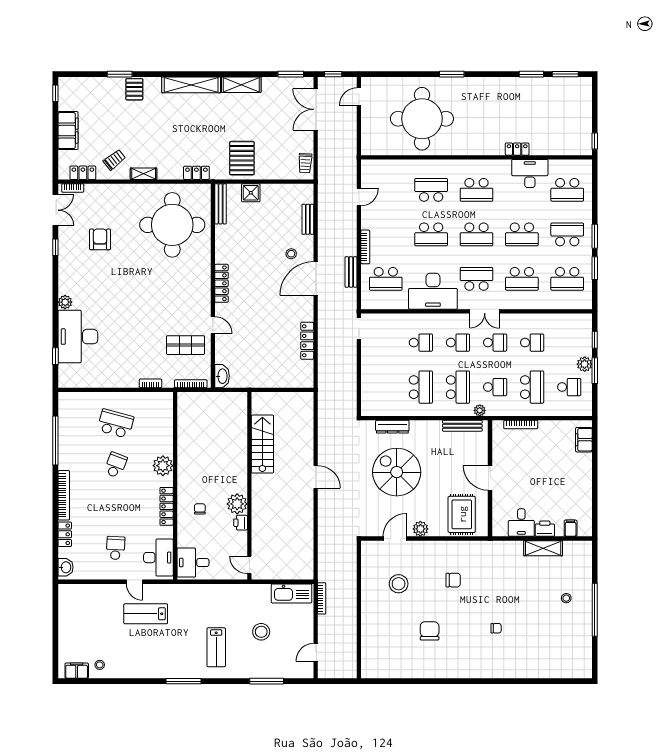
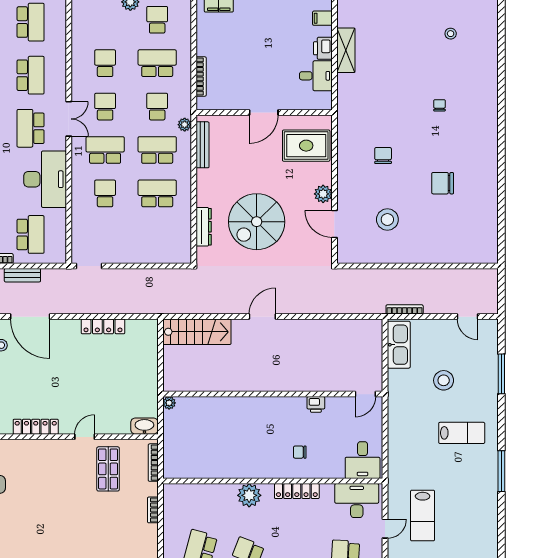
school desk: (458, 343) -> (105, 150), width x1.85
stairs: (262, 444) -> (197, 332), moved, turned 180
plant: (237, 504) -> (169, 403), moved, width x0.53, depth x0.53
stool: (566, 598) -> (451, 34), moved

